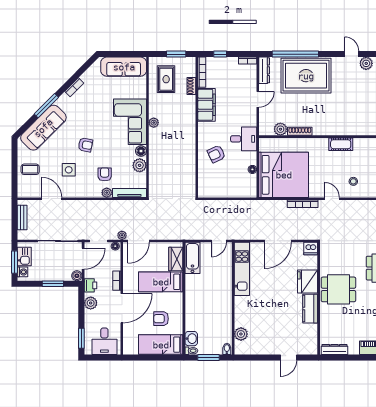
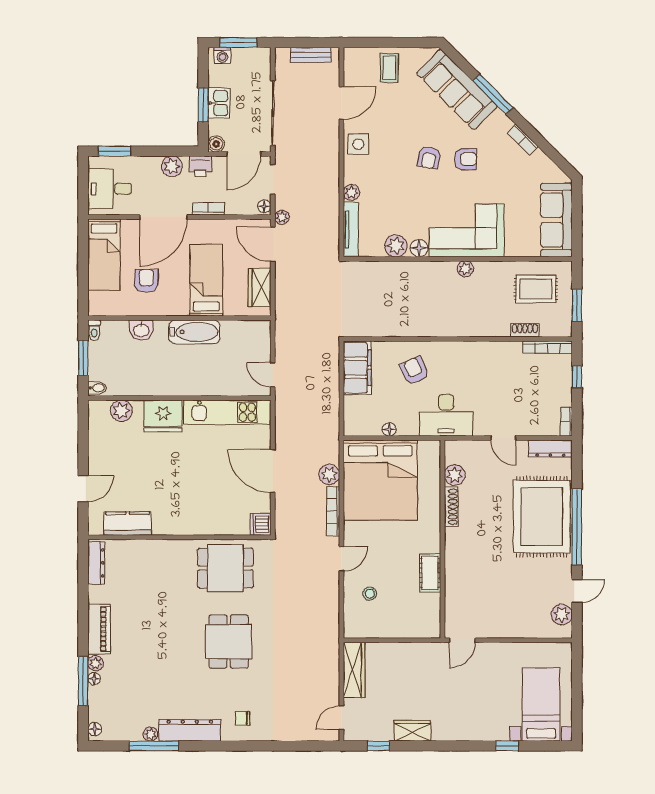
window: (295, 54) -> (577, 527), moved
filing cabinet: (207, 105) -> (357, 368), moved, turned -90
desk: (244, 139) -> (446, 415), width x1.37
side table: (69, 170) -> (358, 144), moved
armchair: (105, 174) -> (465, 159), moved
plant: (280, 206) -> (329, 475), added
kitchen sink: (24, 257) -> (219, 103), moved, turned -90
bathtub: (192, 258) -> (194, 332), moved
door: (83, 259) -> (244, 154), hinge flipped
wardrobe: (176, 259) -> (260, 287), moved, turned -90
fridge: (308, 281) -> (163, 416), moved, turned 180
dining table: (338, 289) -> (225, 568), moved, turned 90
door: (122, 308) -> (163, 217), hinge flipped
kitchen counter: (310, 309) -> (128, 524), moved
washbasin: (191, 339) -> (141, 330), moved
bed: (161, 345) -> (104, 255), moved, turned 180
door: (289, 358) -> (83, 488), swing flipped

